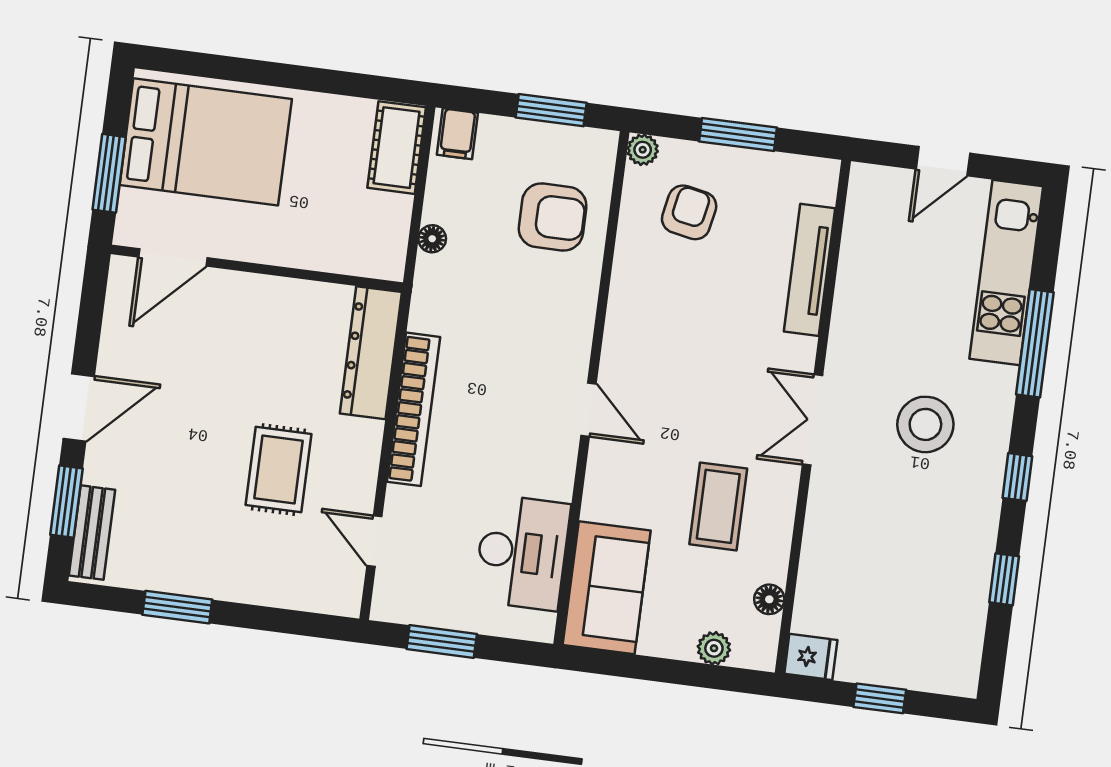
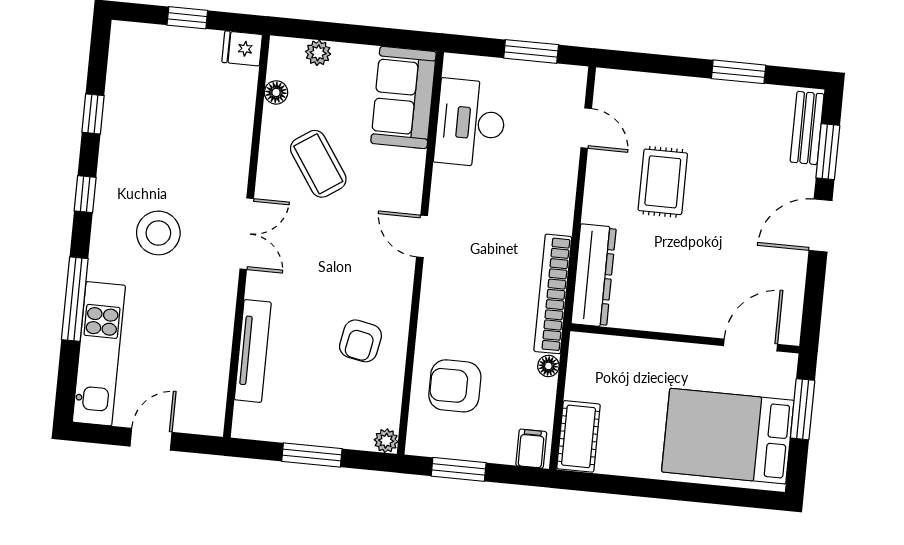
armchair: (689, 212) -> (360, 341), moved
bookcase: (413, 409) -> (553, 294), moved
coffee table: (718, 506) -> (318, 164), turned -34

